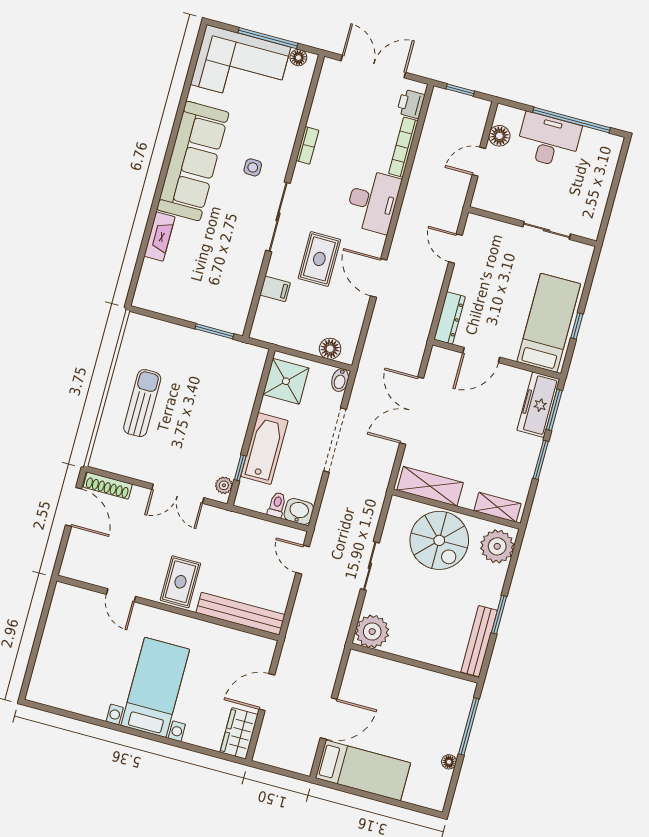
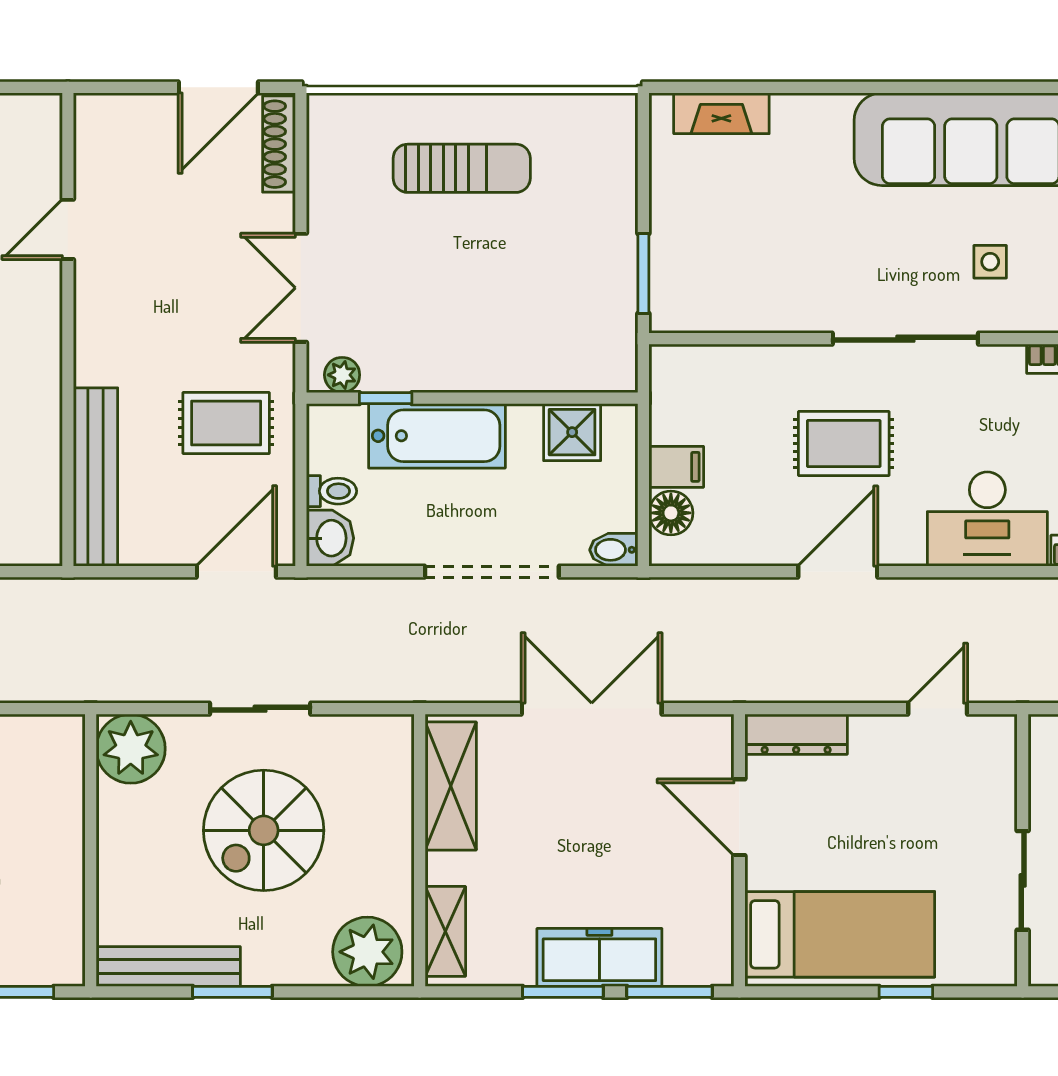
fireplace: (159, 236) -> (721, 113), moved
filing cabinet: (275, 289) -> (676, 467), moved, turned -90
window: (577, 326) -> (906, 992), moved
shower: (286, 381) -> (572, 432), width x0.73, depth x0.73
freezer: (538, 405) -> (599, 957), moved
spiral stairs: (439, 540) -> (264, 830), moved
door: (303, 560) -> (236, 572), width x1.38
rug: (180, 582) -> (226, 423), moved

